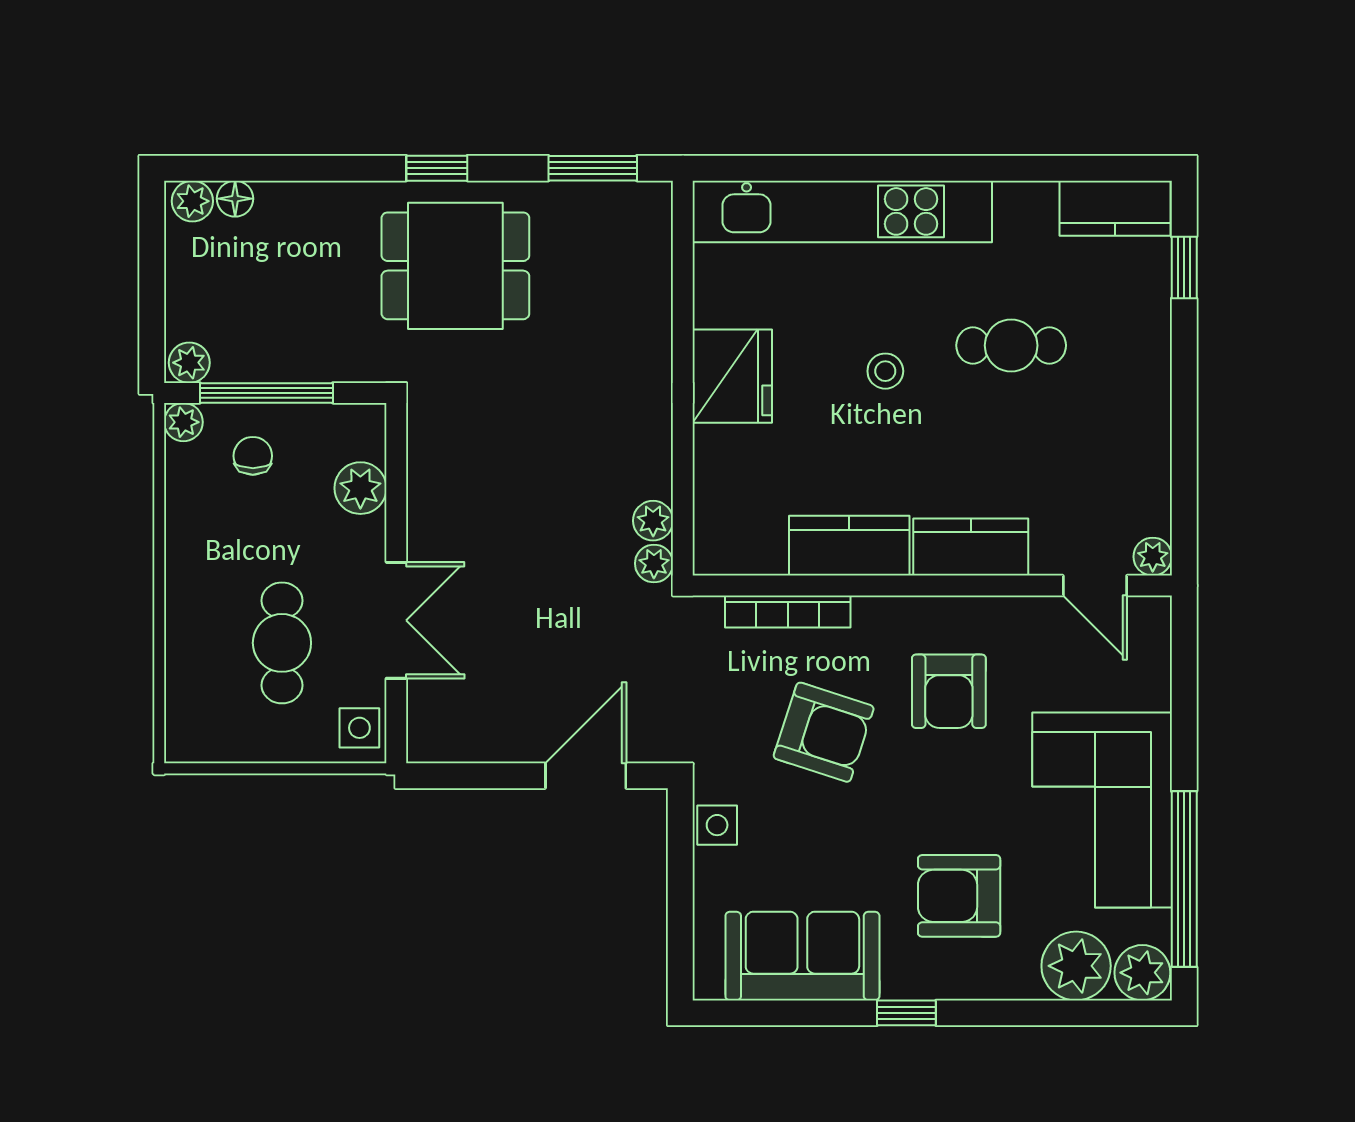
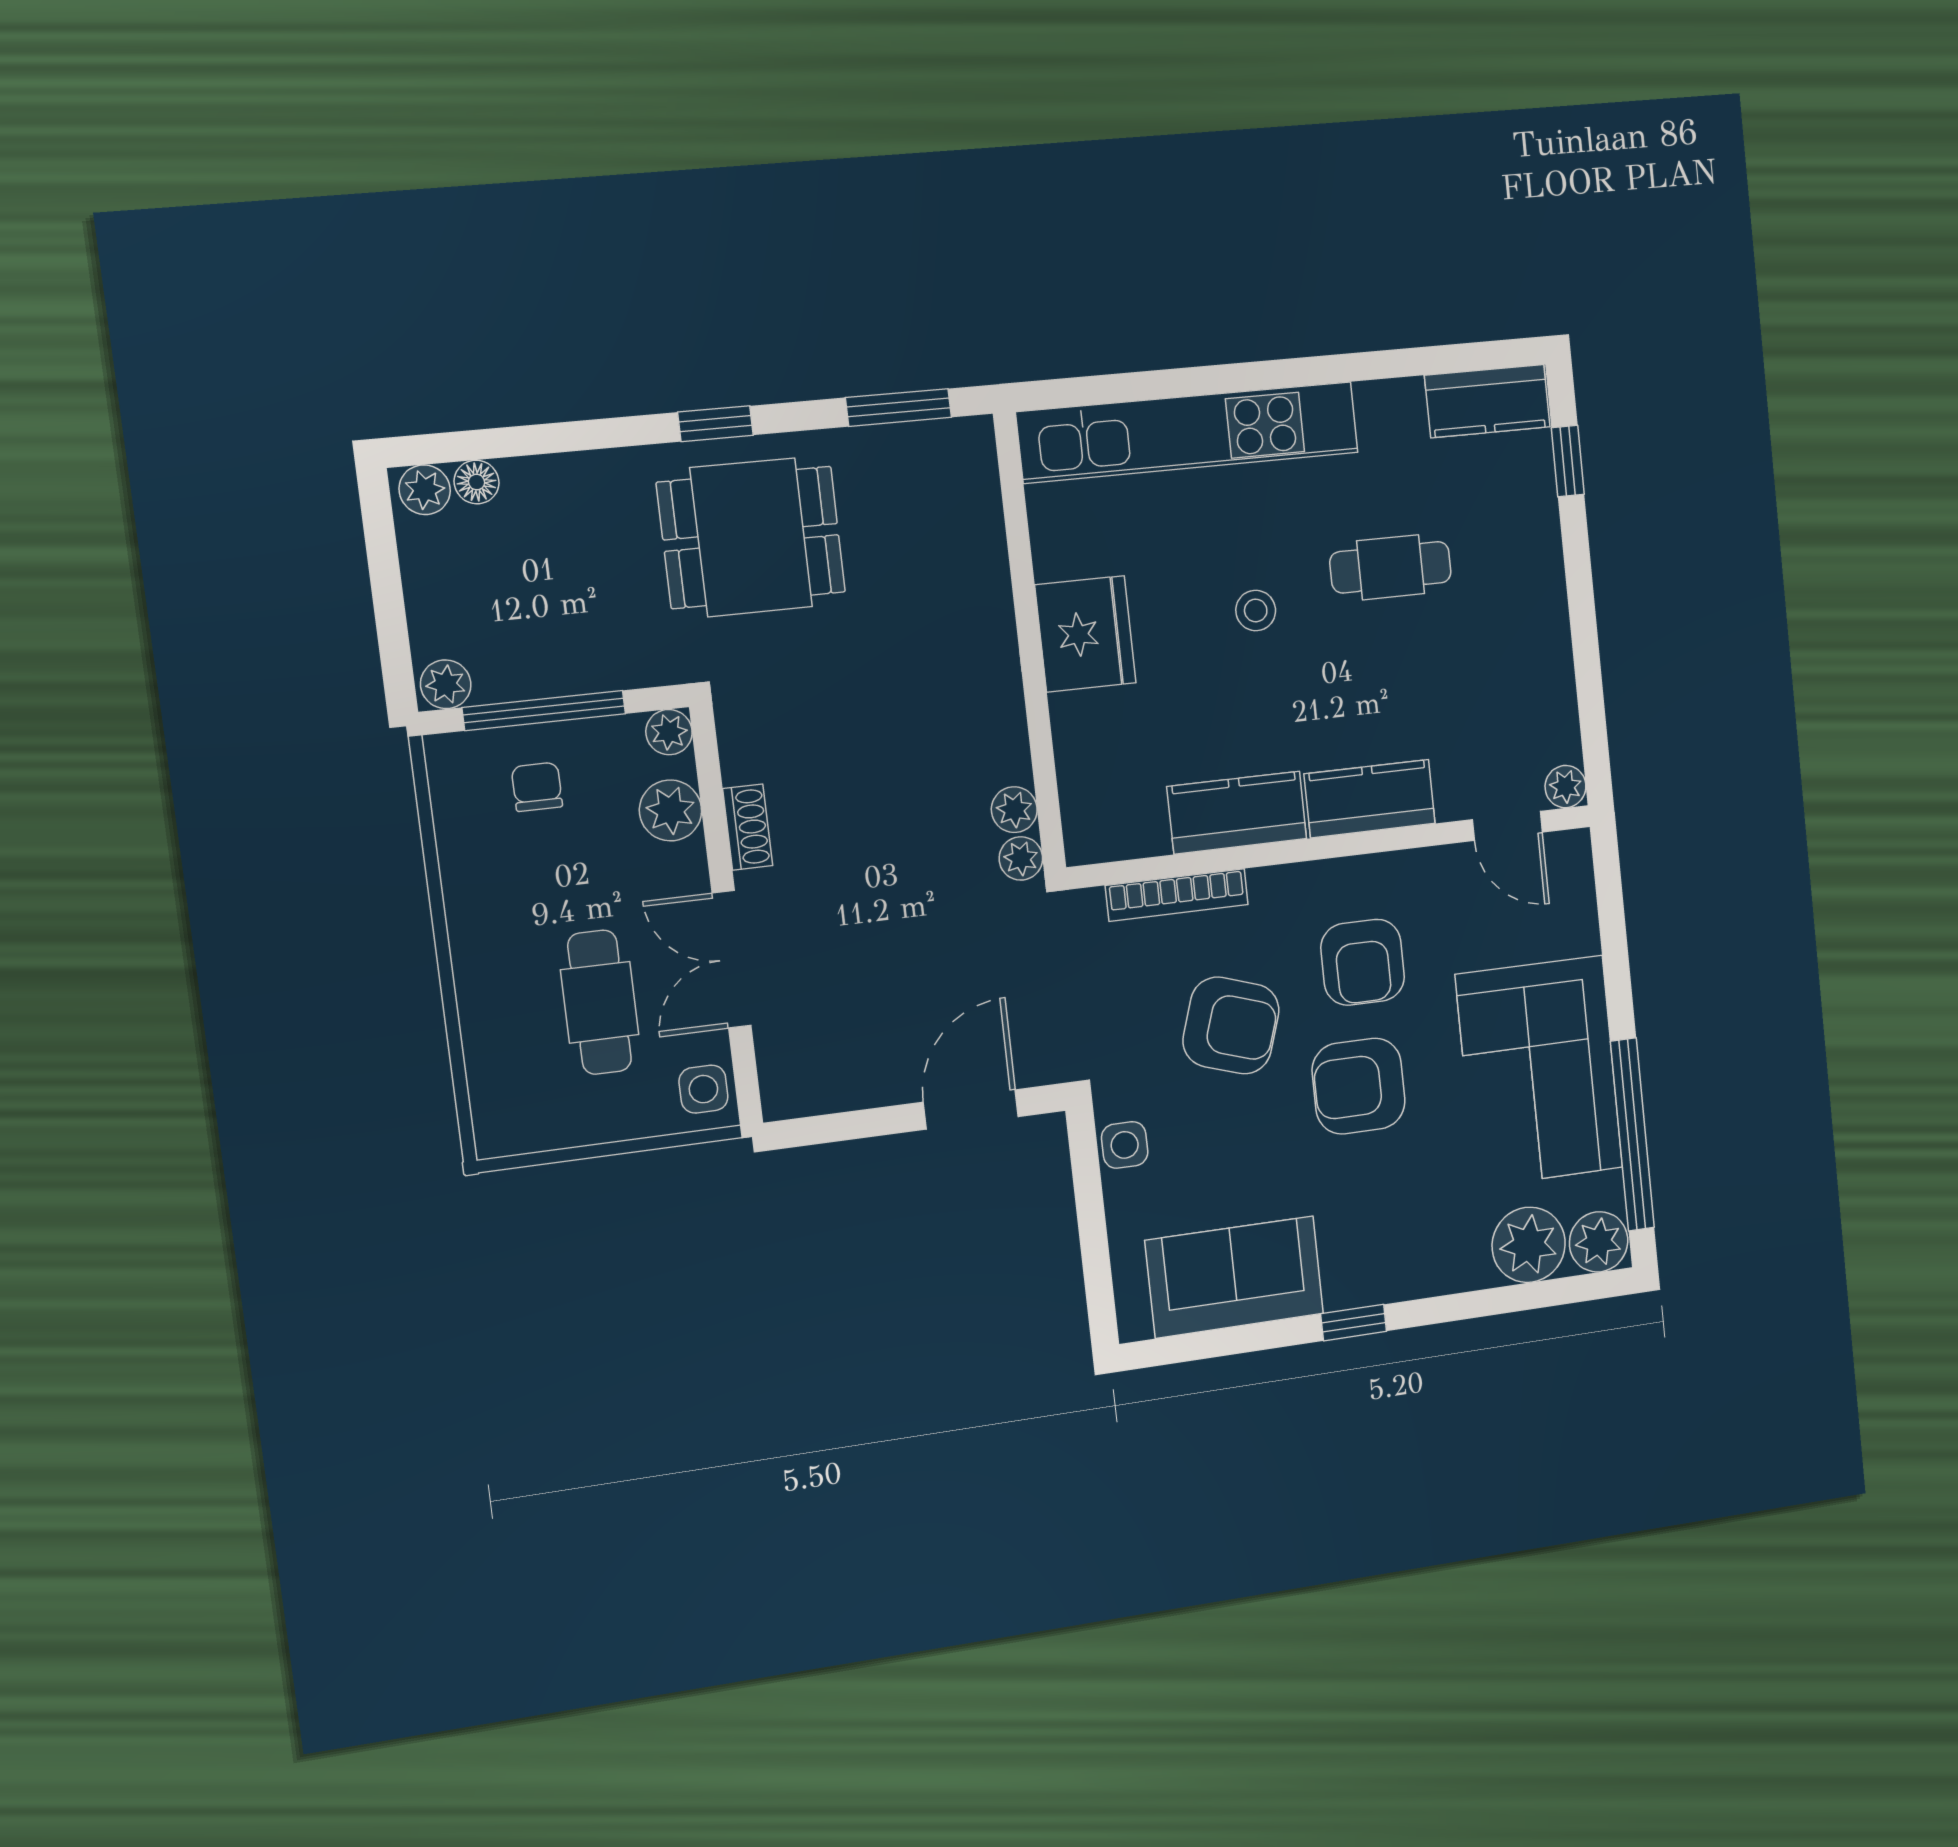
plant: (183, 422) -> (669, 732), moved
shoe rack: (423, 510) -> (748, 827), added
double door: (396, 620) -> (732, 959), swing flipped
armchair: (959, 896) -> (1359, 1086), moved

